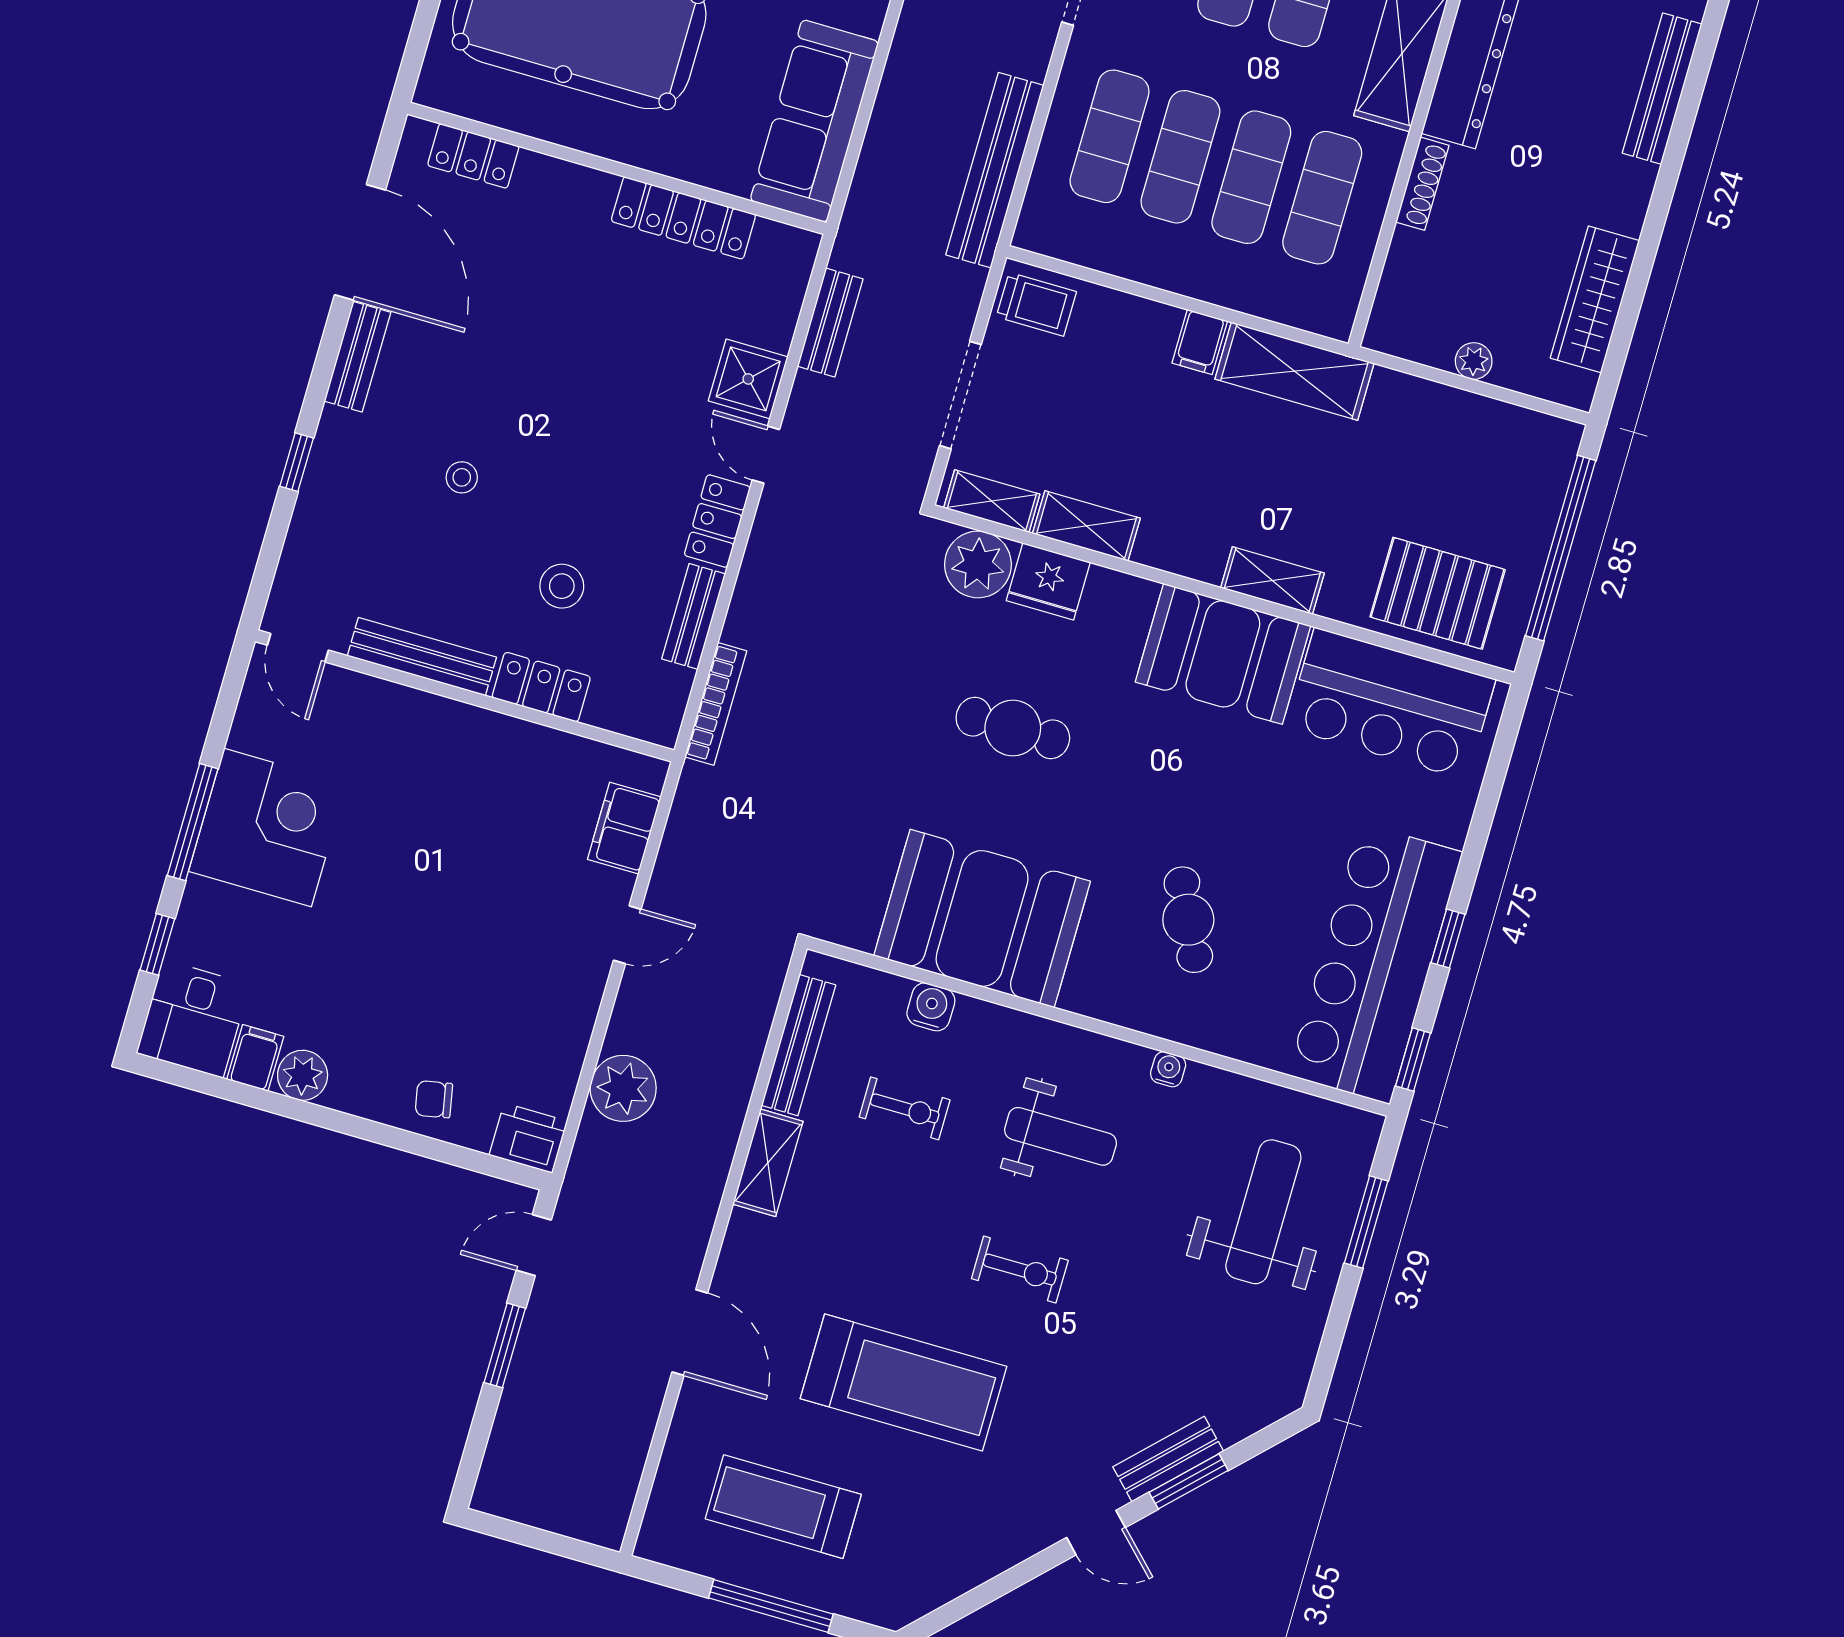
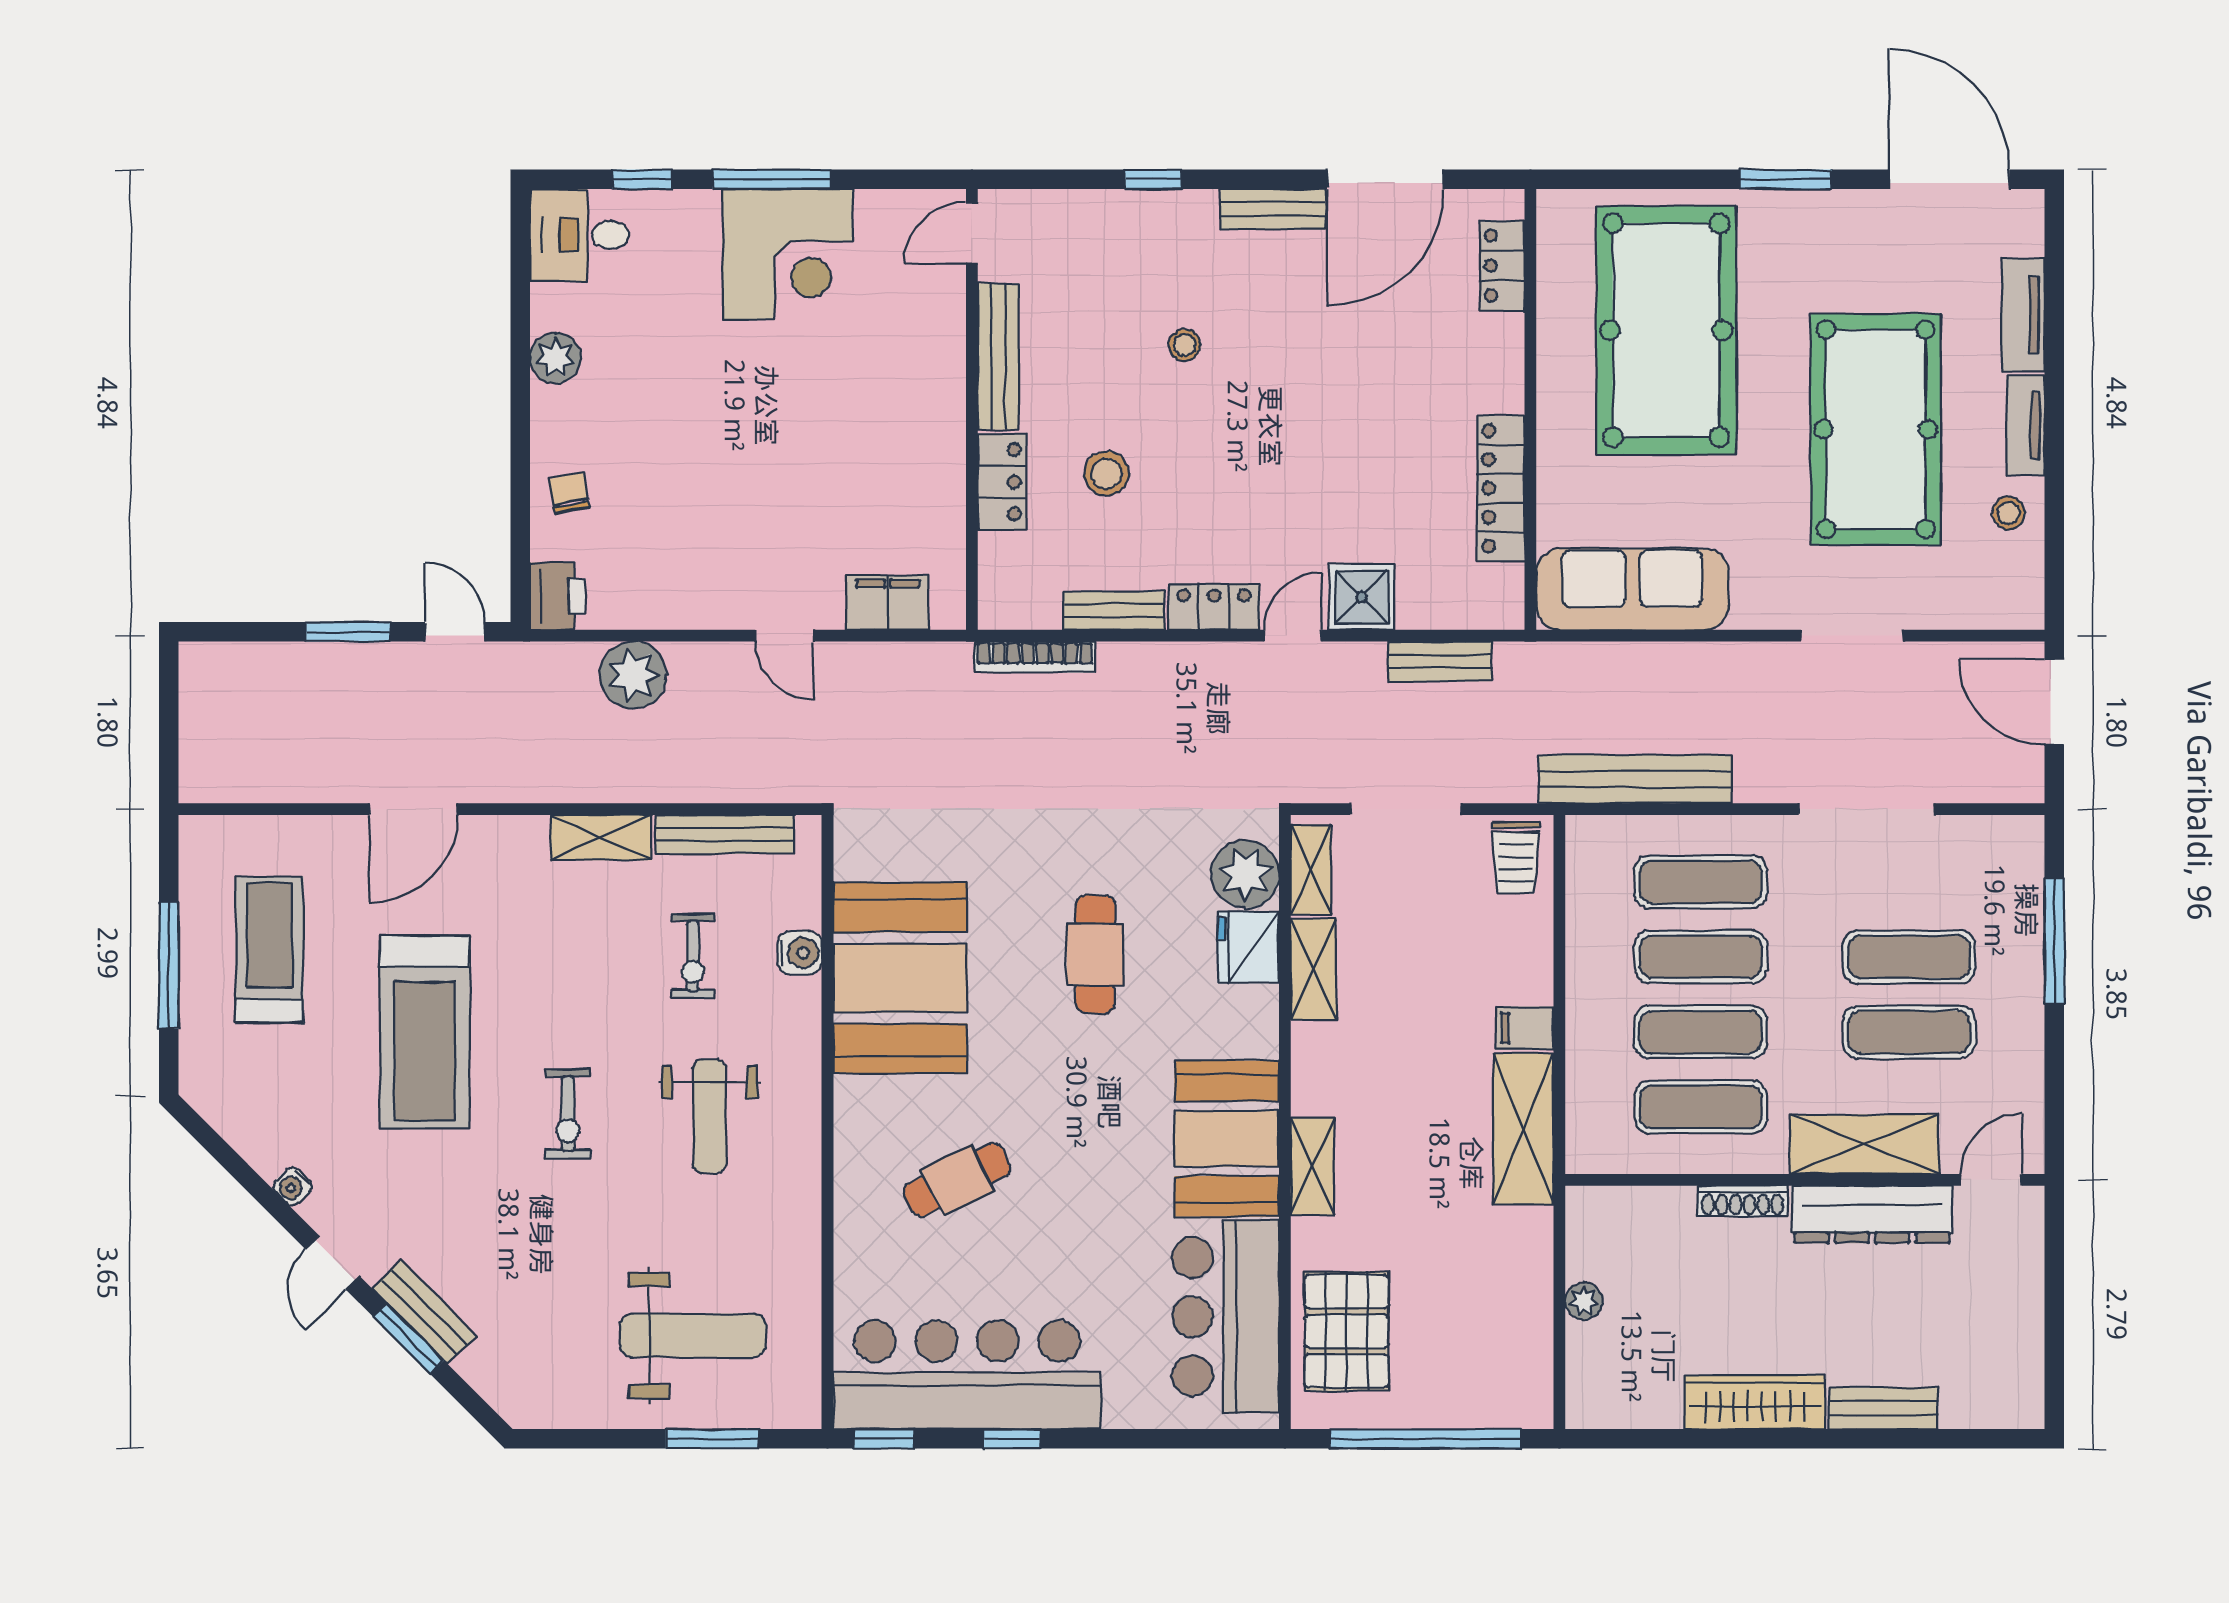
bench: (1662, 89) -> (1883, 1408), width x0.73
wardrobe: (1595, 299) -> (1755, 1402), moved
filing cabinet: (255, 1058) -> (559, 307), removed
water cooler: (1168, 1069) -> (293, 1186), moved, turned 135

